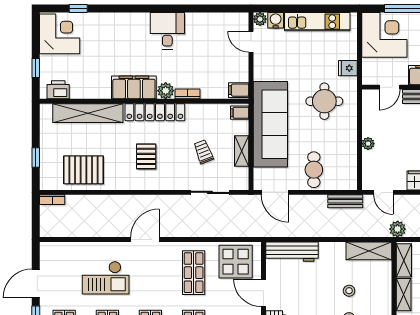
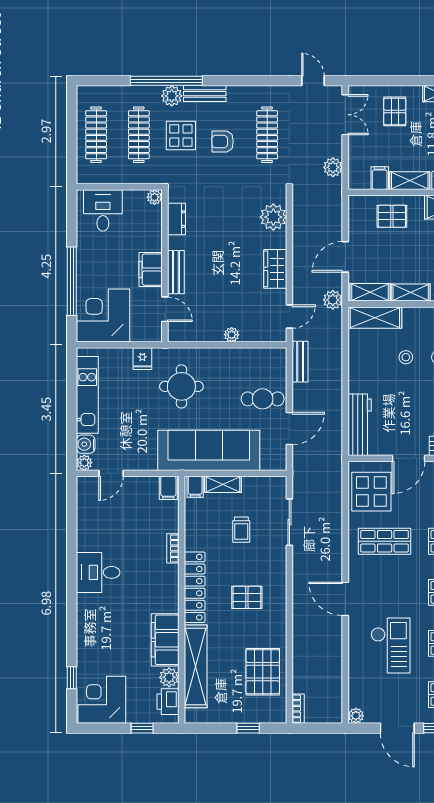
filing cabinet: (134, 87) -> (165, 640), moved
plant: (166, 91) -> (169, 677), moved
shelving: (242, 151) -> (223, 484), moved
trolley: (203, 152) -> (241, 530), turned -69
door: (275, 192) -> (289, 429), moved
plant: (46, 248) -> (356, 716), added
shelving: (369, 251) -> (375, 318), moved, turned 90

